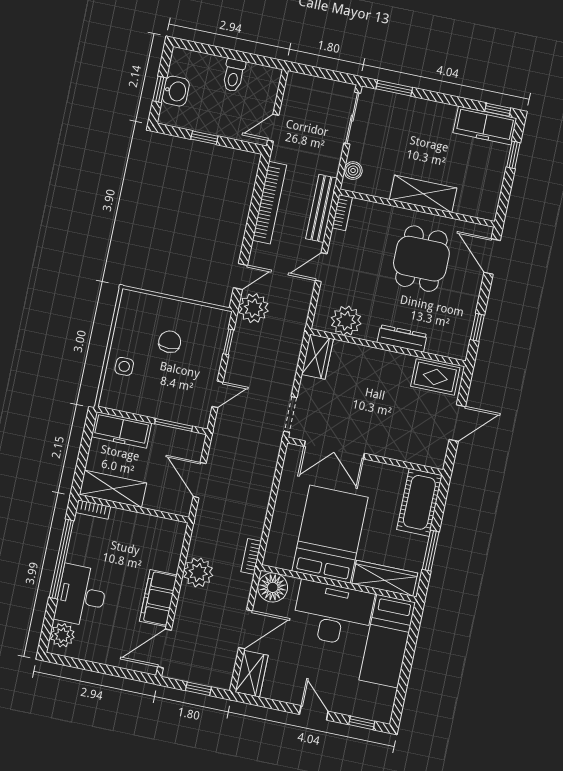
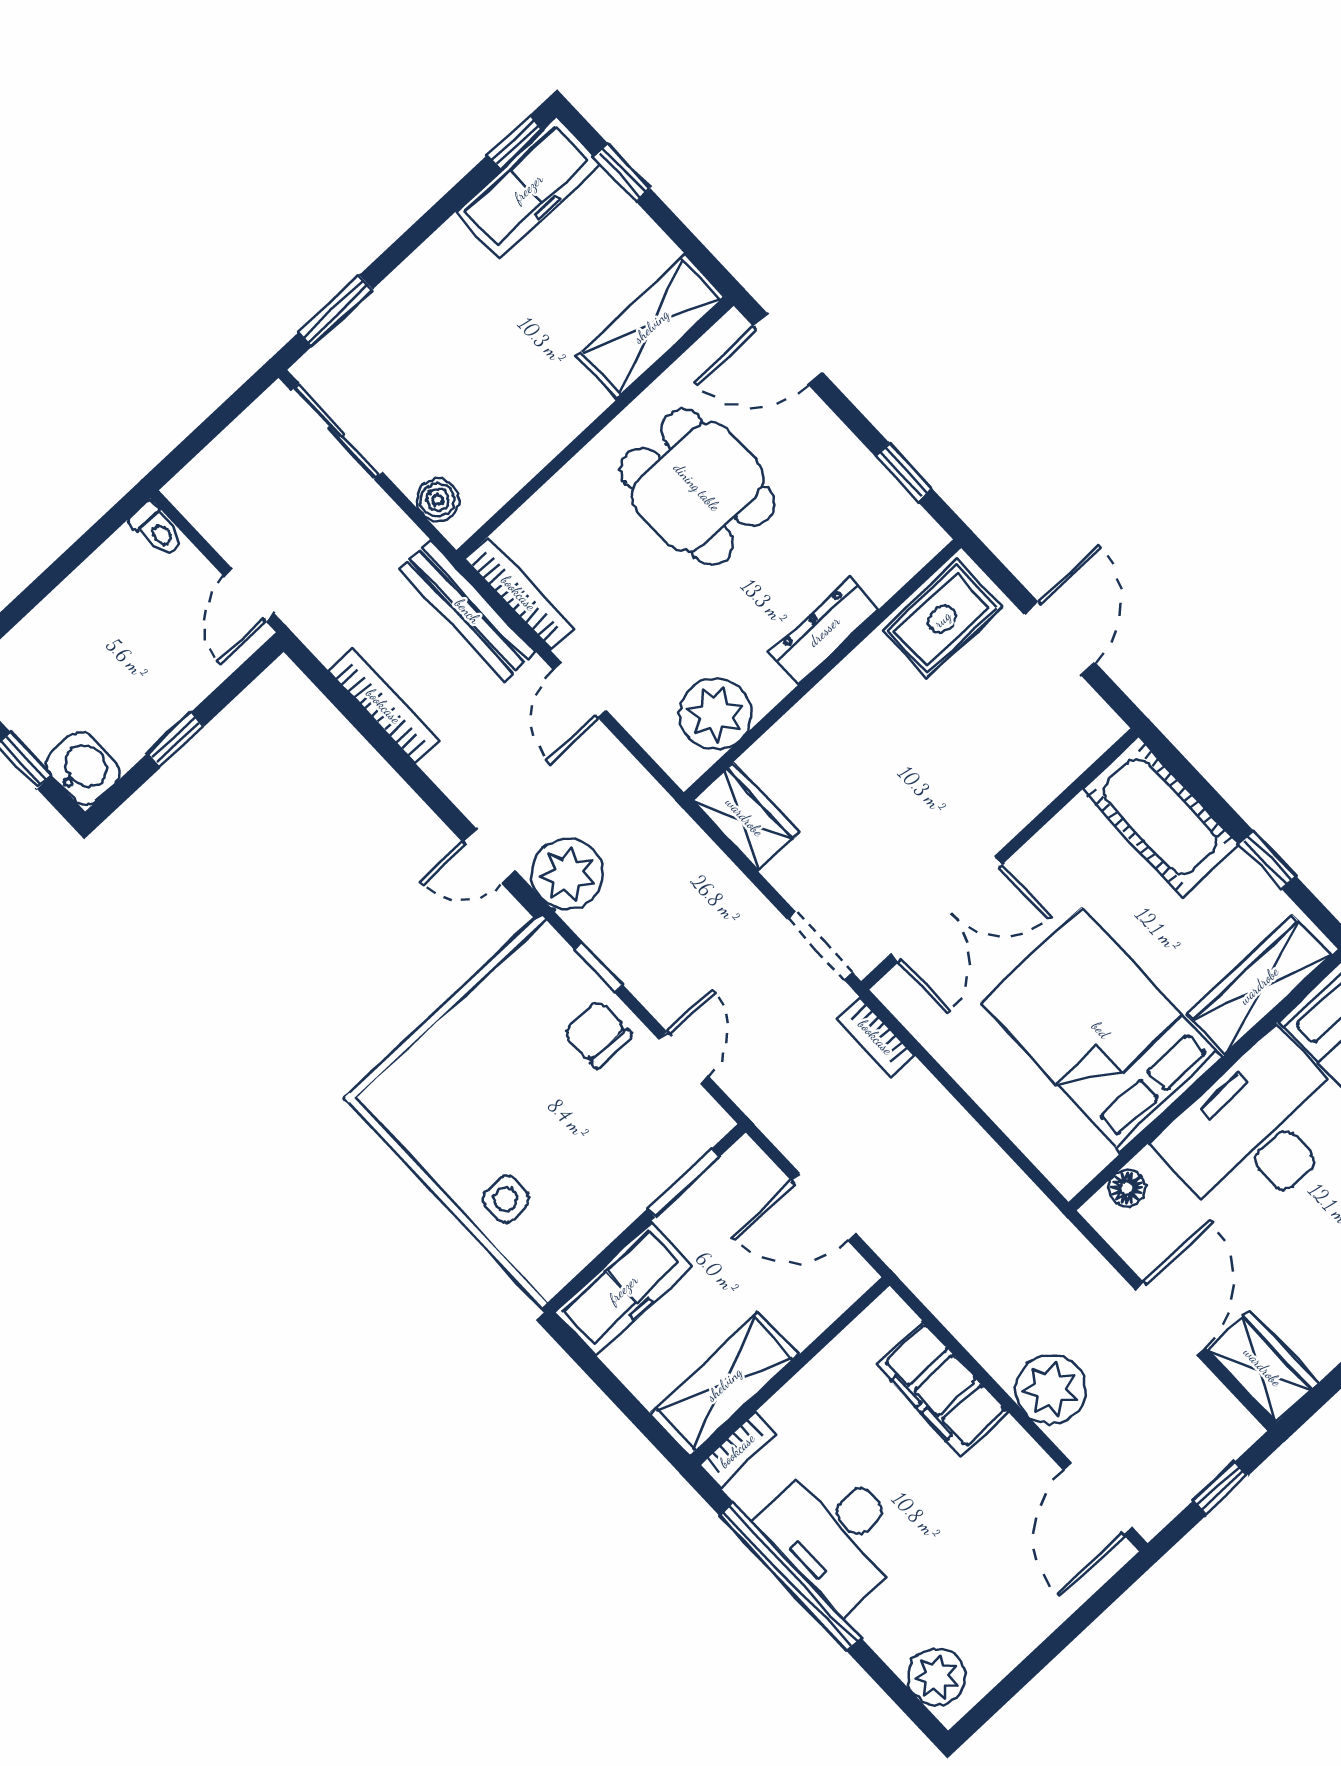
toilet: (234, 75) -> (157, 529), moved, width x0.73, depth x0.72
washbasin: (176, 91) -> (83, 768), moved
shelving: (423, 194) -> (651, 326), moved
bookcase: (269, 203) -> (384, 706), width x0.68, depth x0.76
bookcase: (342, 213) -> (519, 593), width x1.56
door: (240, 276) -> (489, 857), swing flipped
chair: (170, 342) -> (598, 1034), moved
window: (431, 551) -> (1268, 860), width x0.67
bookcase: (251, 557) -> (876, 1037), moved
plant: (198, 572) -> (1051, 1389), moved
floor lamp: (273, 587) -> (1127, 1188), width x0.53, depth x0.53
desk: (81, 596) -> (835, 1533), moved
filing cabinet: (158, 598) -> (942, 1388), moved

